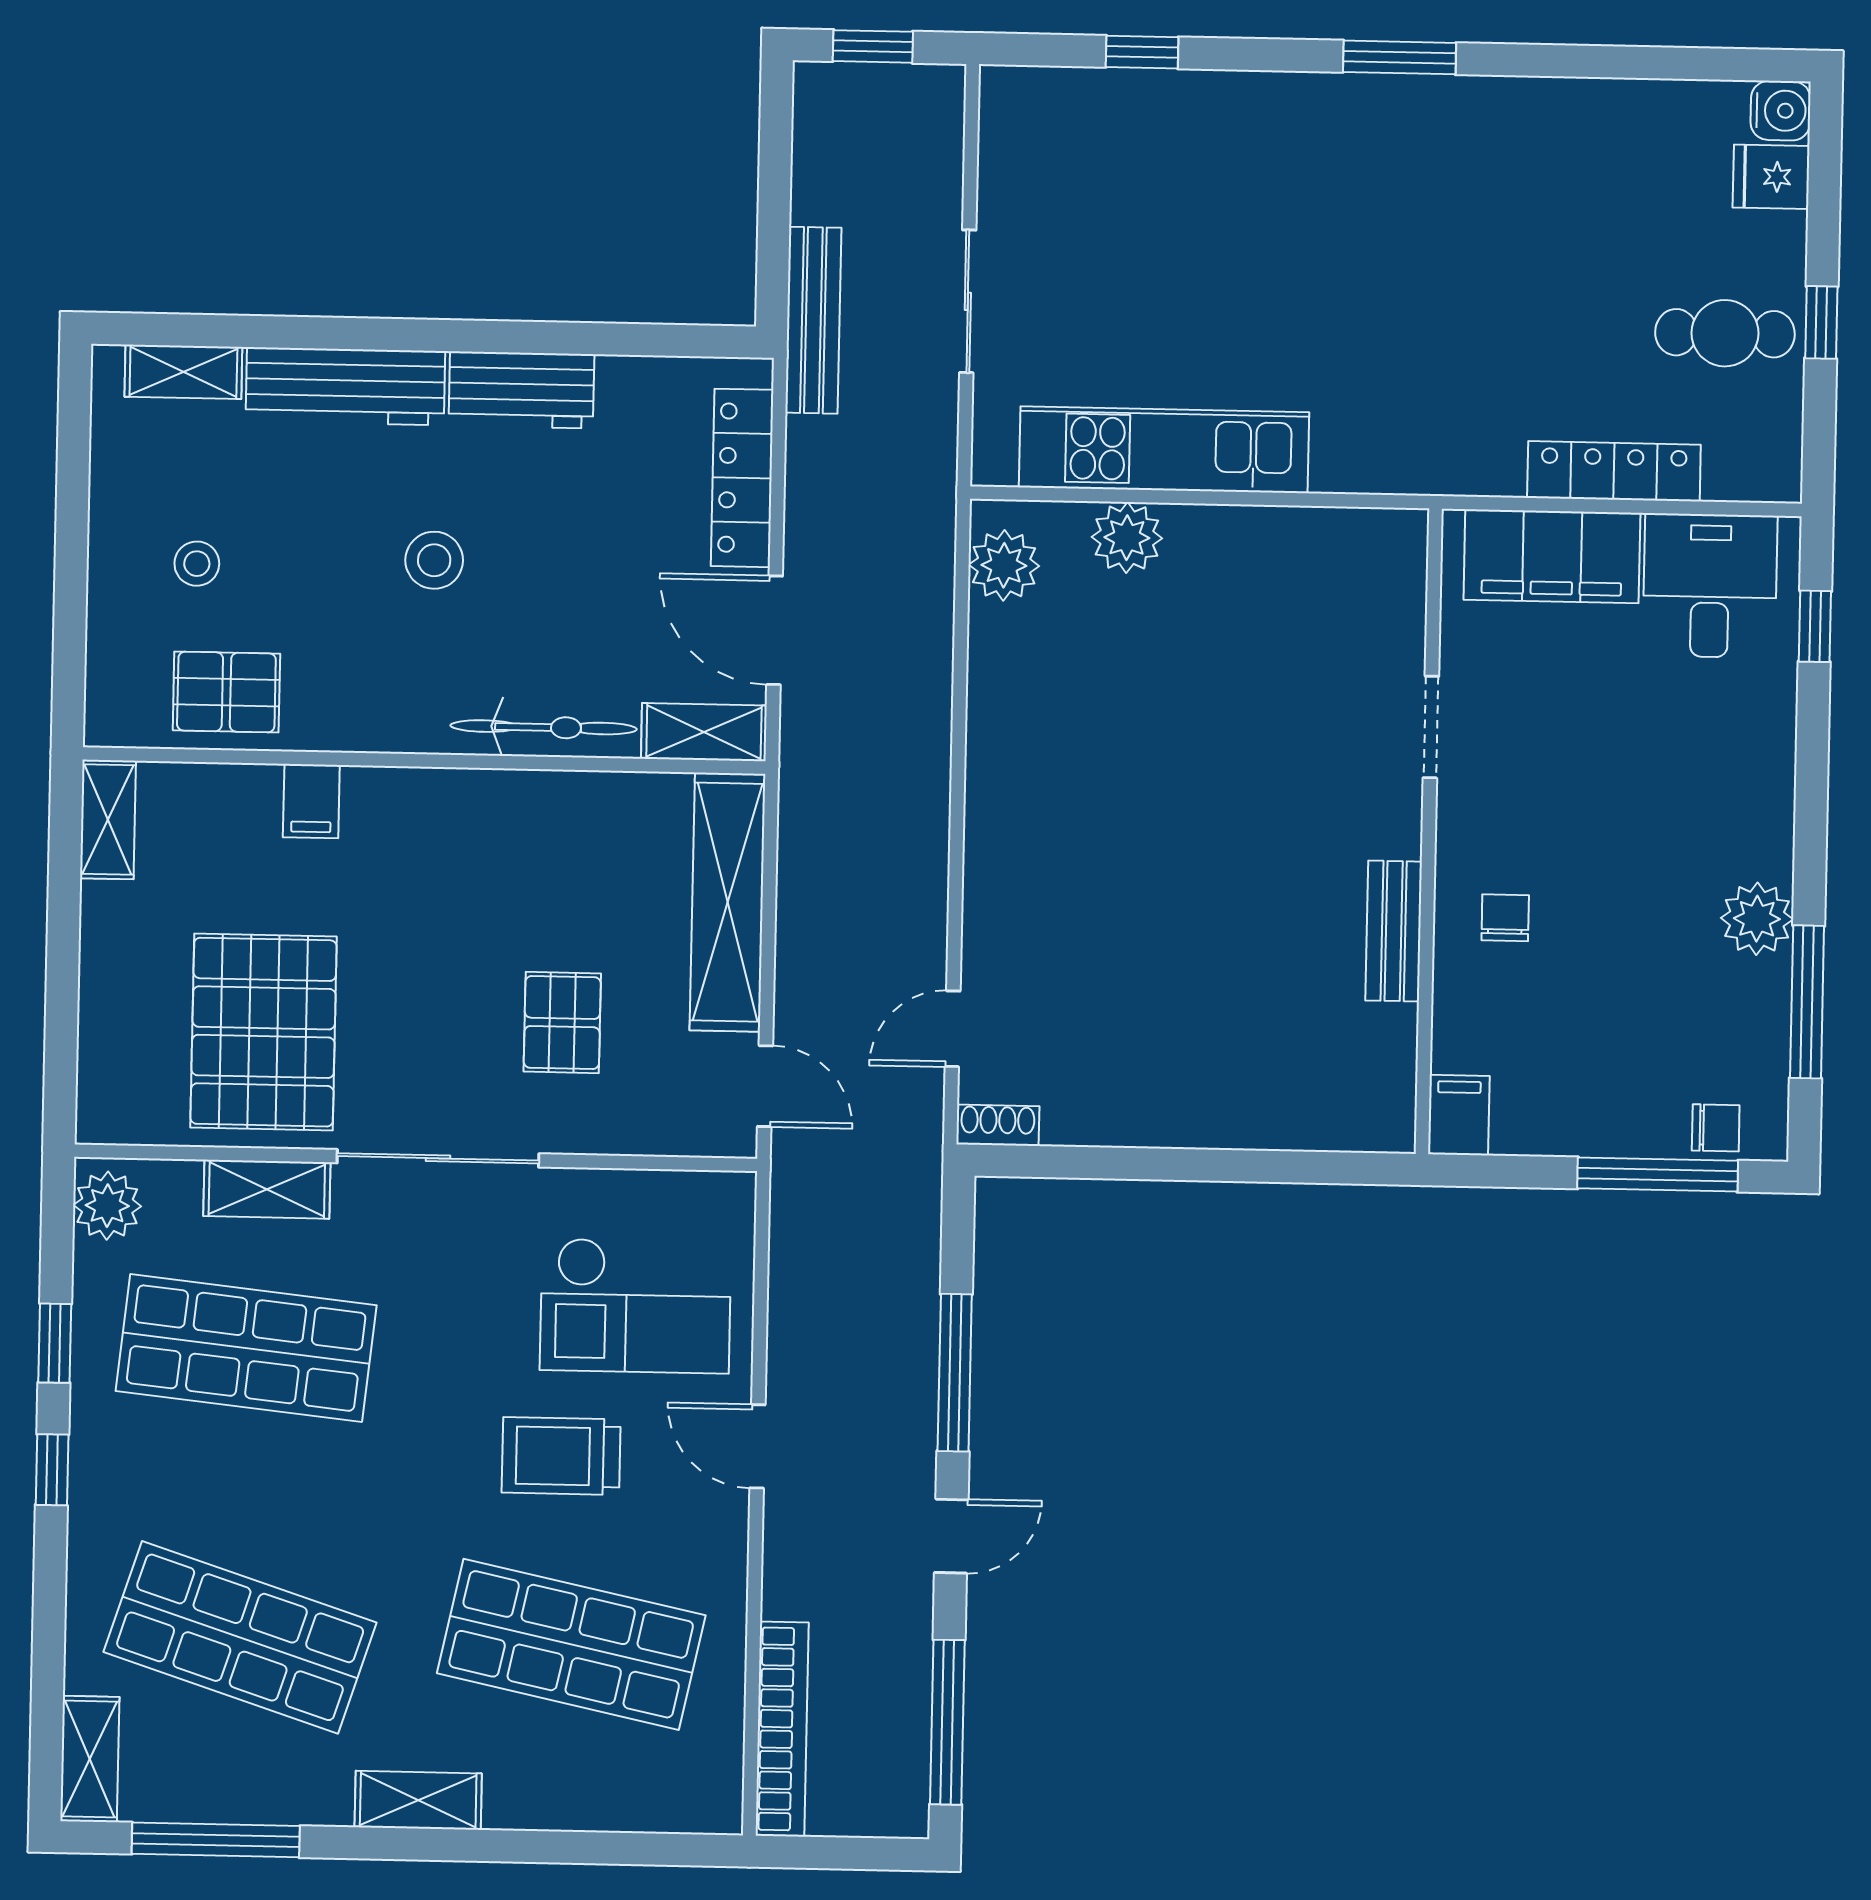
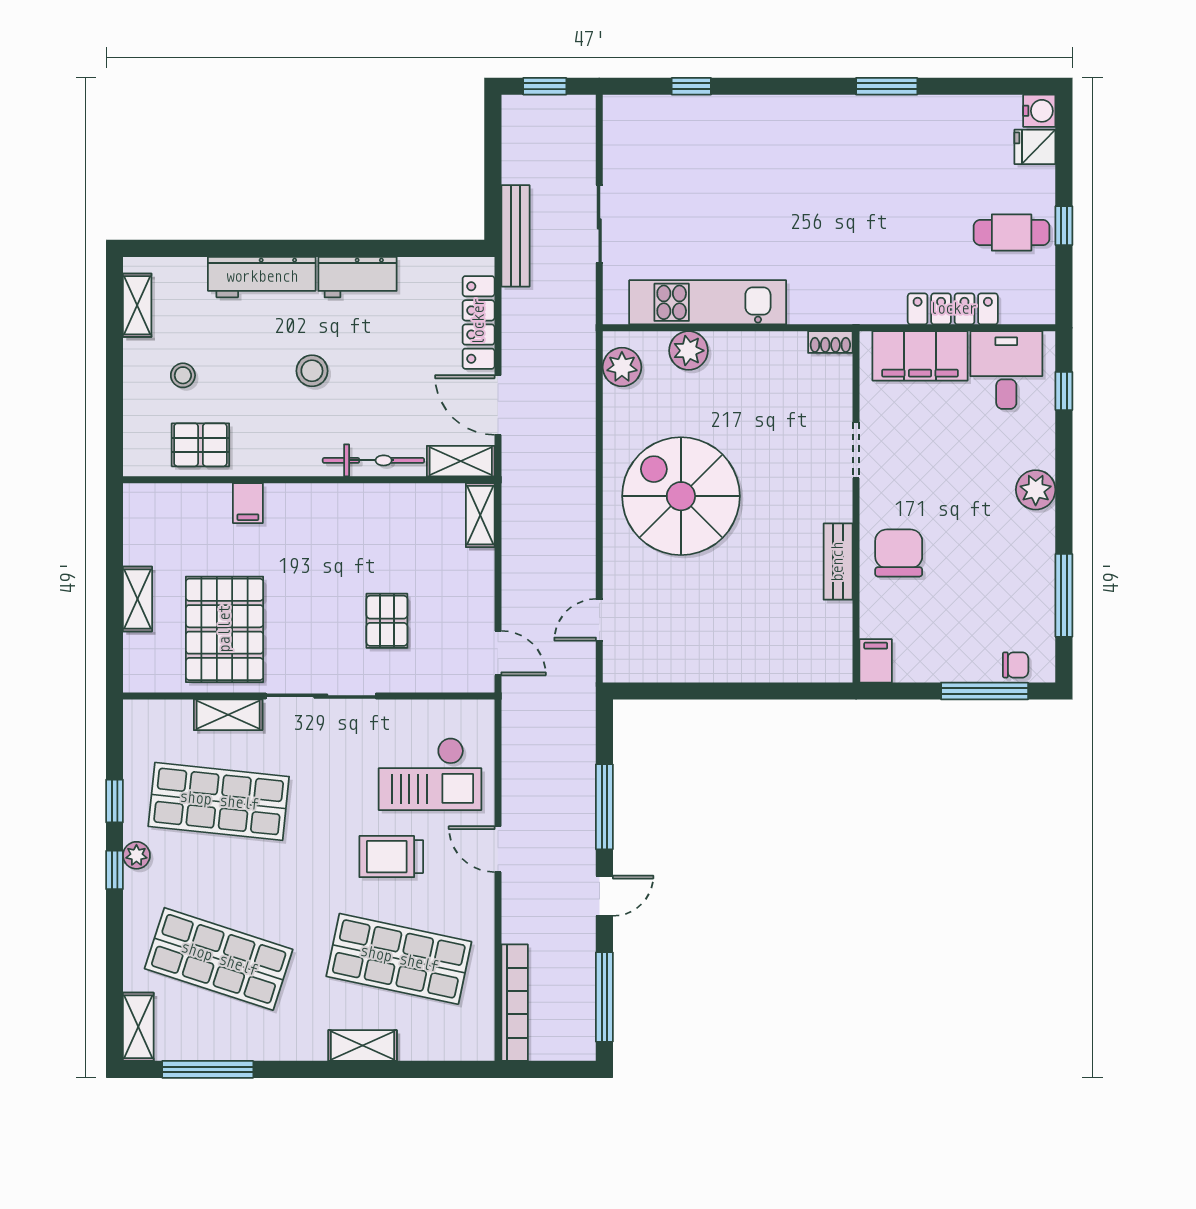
window: (1400, 57) -> (887, 86), moved
shelving: (183, 372) -> (137, 305), moved, turned 90
spiral stairs: (1107, 805) -> (681, 496), added
shelving: (108, 820) -> (137, 599), moved
shelving: (727, 902) -> (480, 515), width x0.45, depth x0.75
chair: (1505, 918) -> (899, 553), width x1.87, depth x1.87
plant: (1757, 919) -> (1036, 490), moved
shoe rack: (998, 1125) -> (830, 342), moved, turned 180
plant: (107, 1206) -> (136, 855), moved, width x0.73, depth x0.73
shelving: (418, 1800) -> (363, 1046), moved

